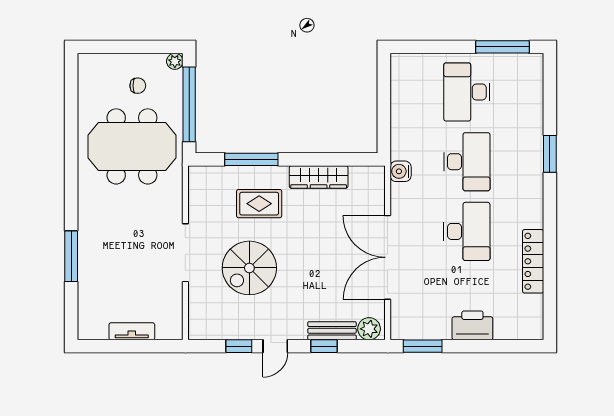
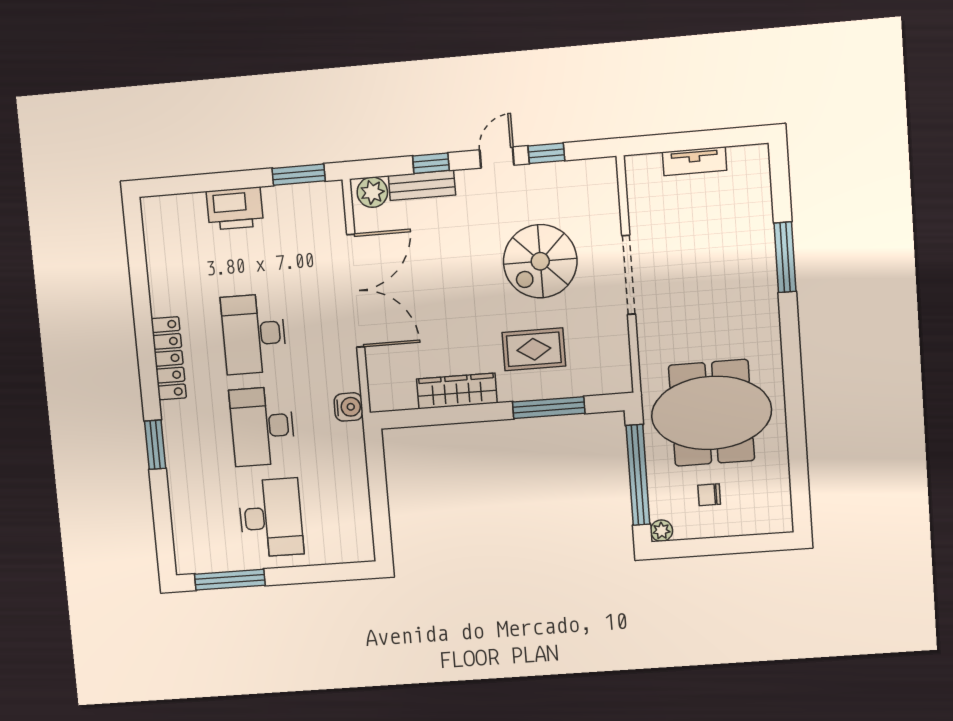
locker: (533, 261) -> (169, 358), moved
spiral stairs: (249, 268) -> (540, 261), turned 180

